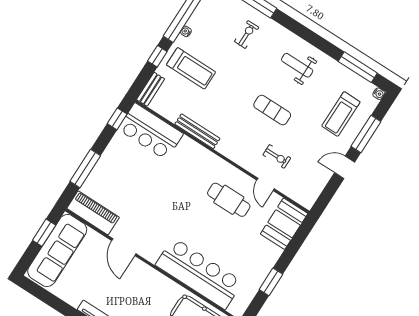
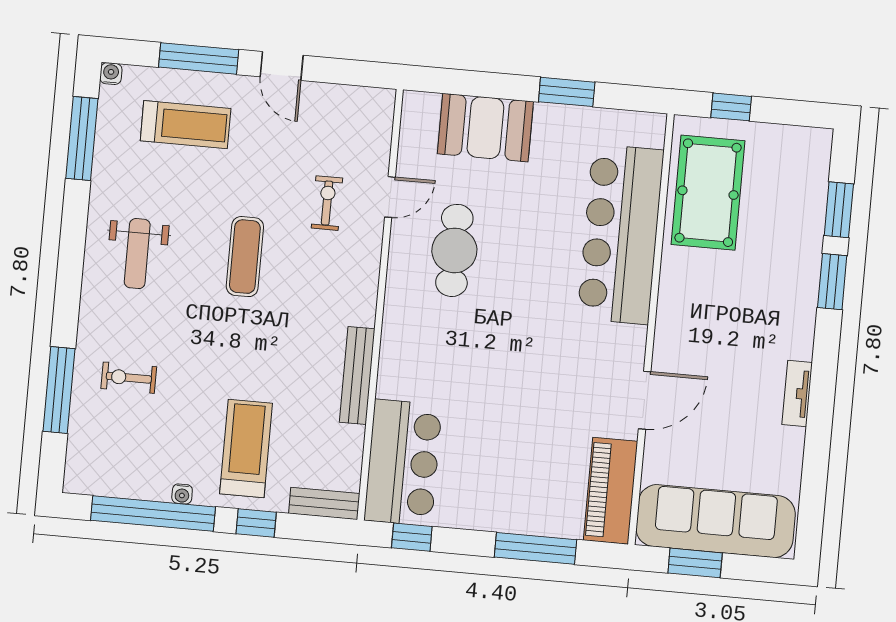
booth: (284, 224) -> (485, 128), moved

